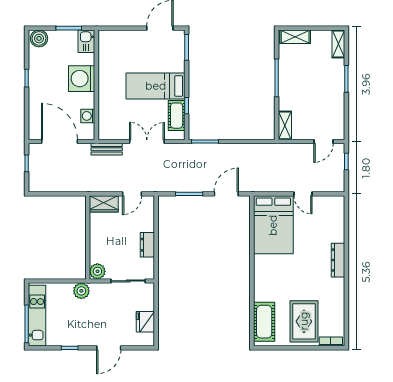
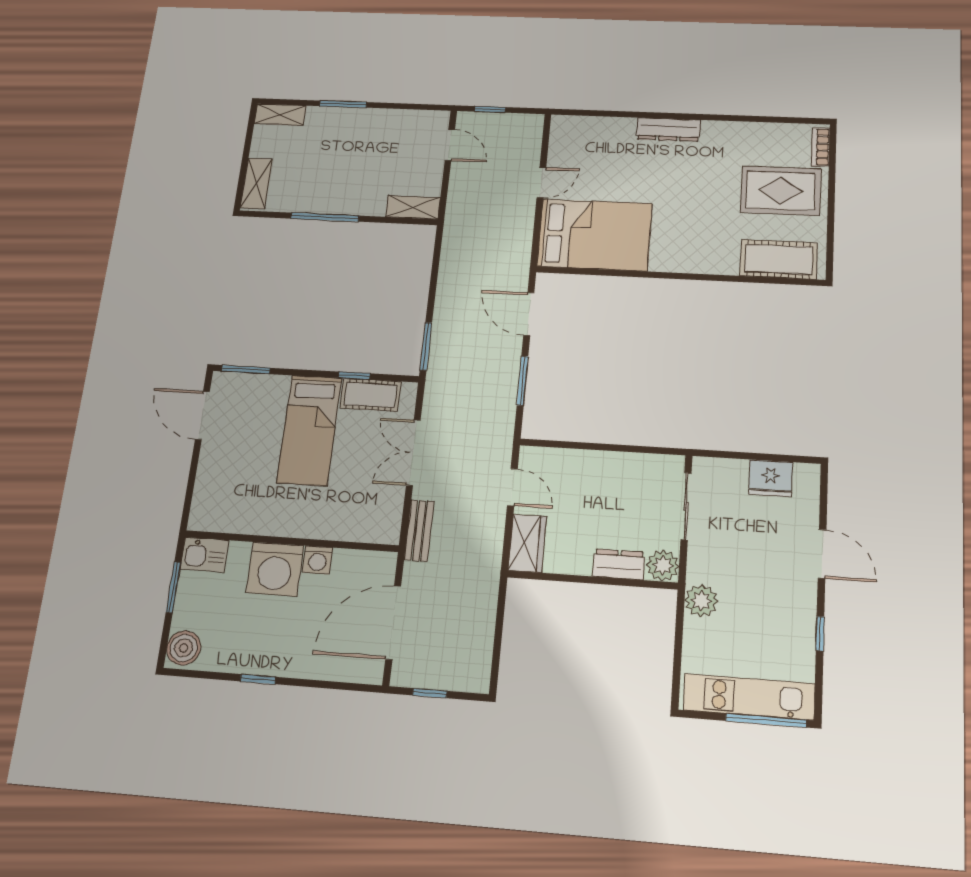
washing machine: (88, 116) -> (318, 560), moved
dresser: (147, 245) -> (619, 564), moved, turned 180

